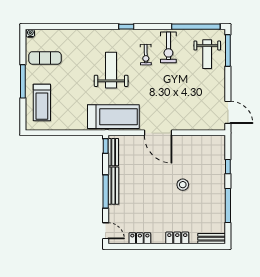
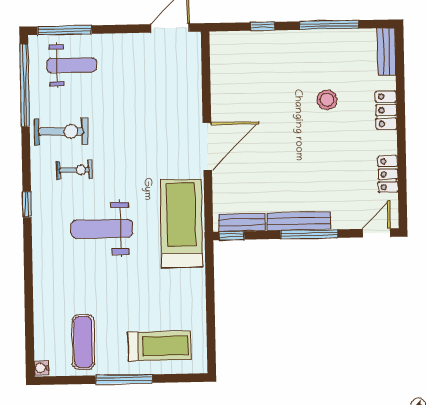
stool: (183, 185) -> (327, 100), moved

